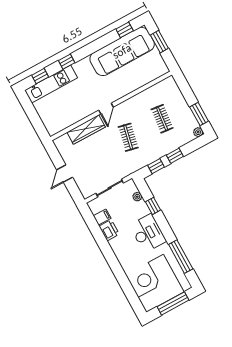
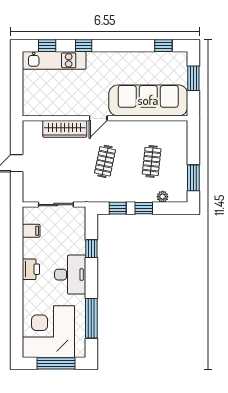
sofa: (122, 51) -> (148, 100), moved, turned 180
plant: (198, 132) -> (163, 197), moved
plant: (137, 197) -> (80, 230), removed
printer: (109, 230) -> (31, 269), moved

